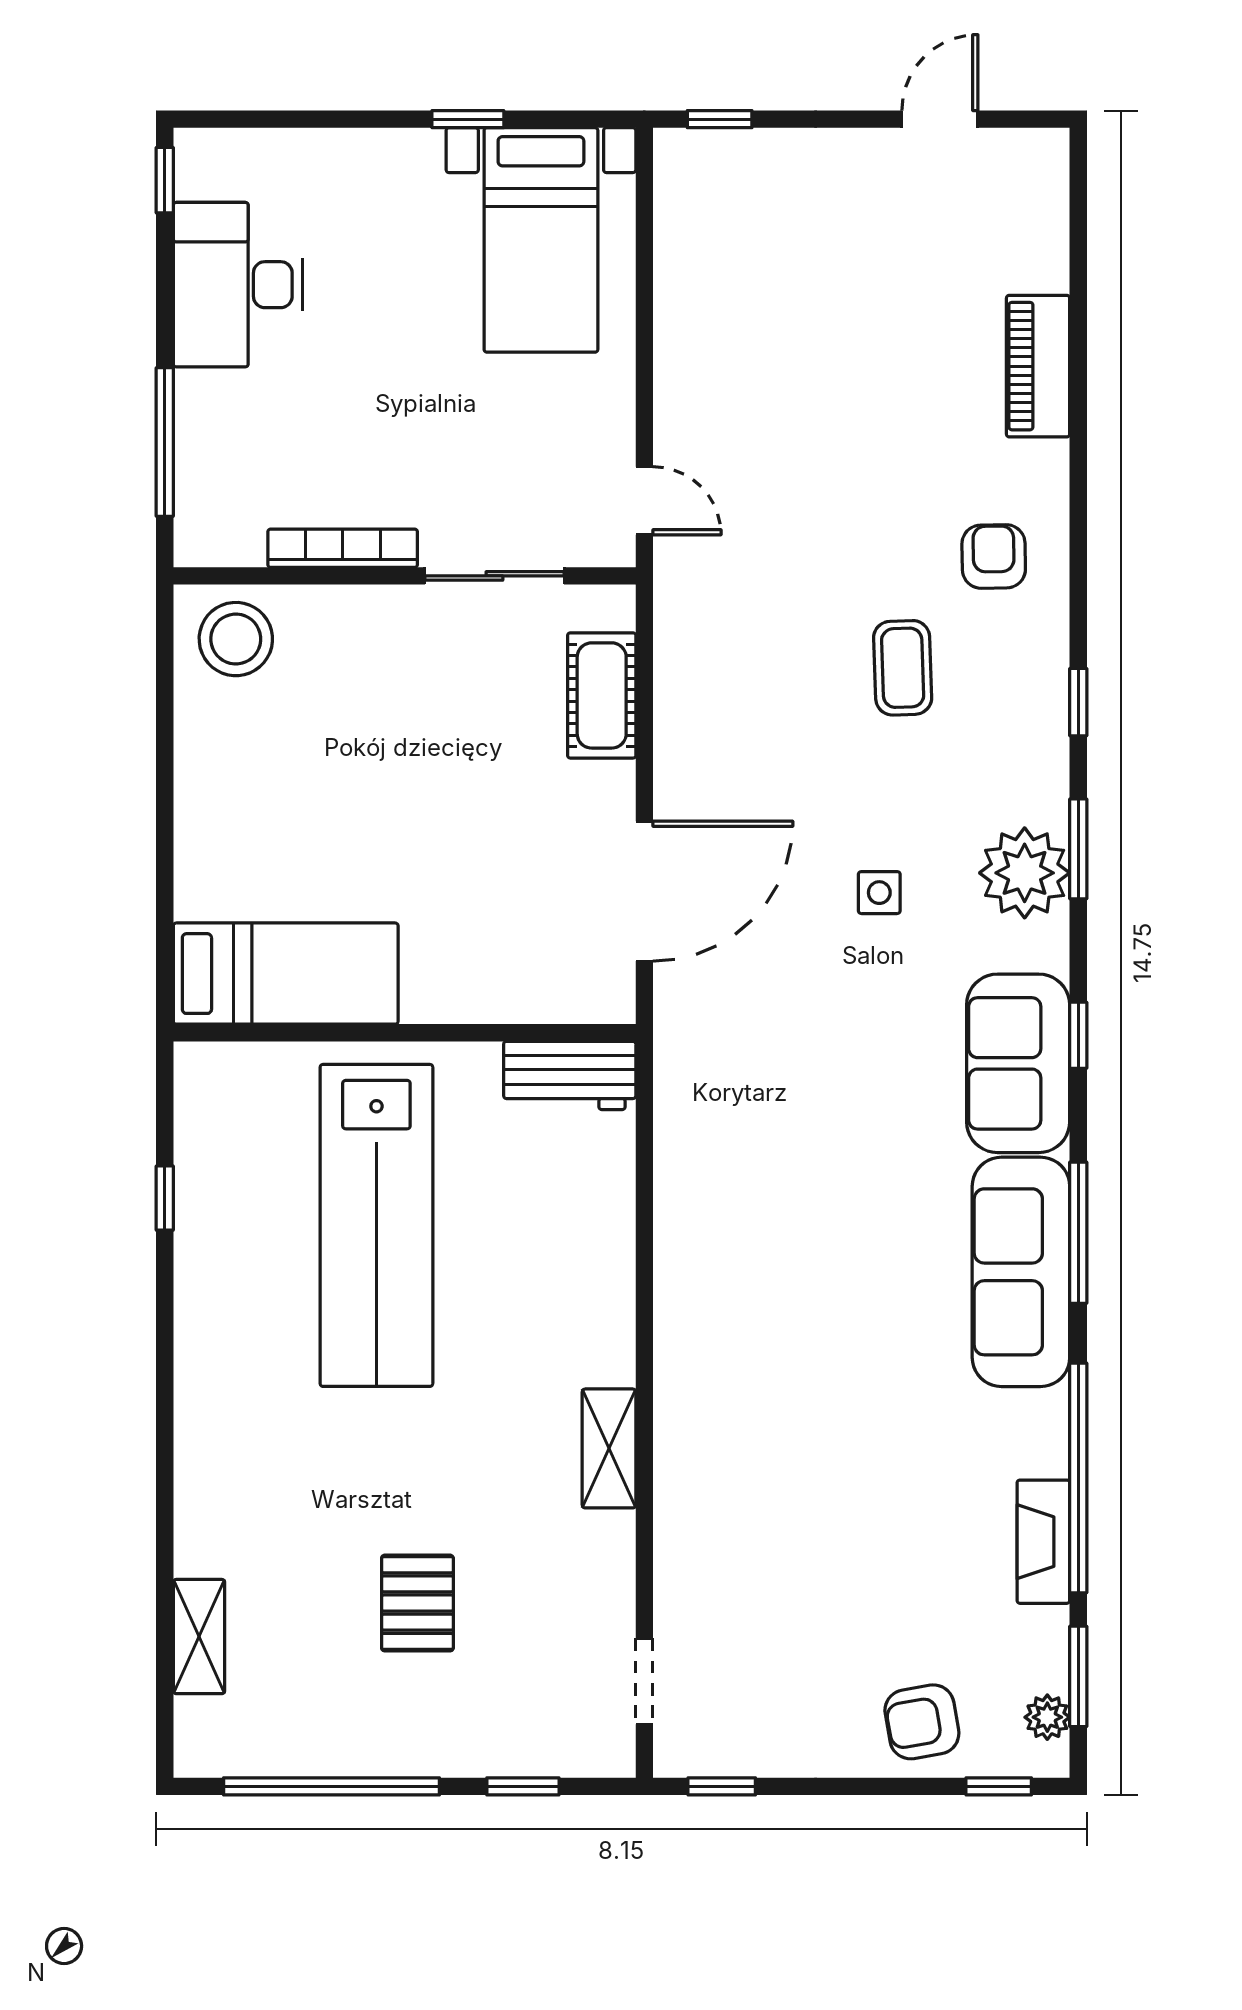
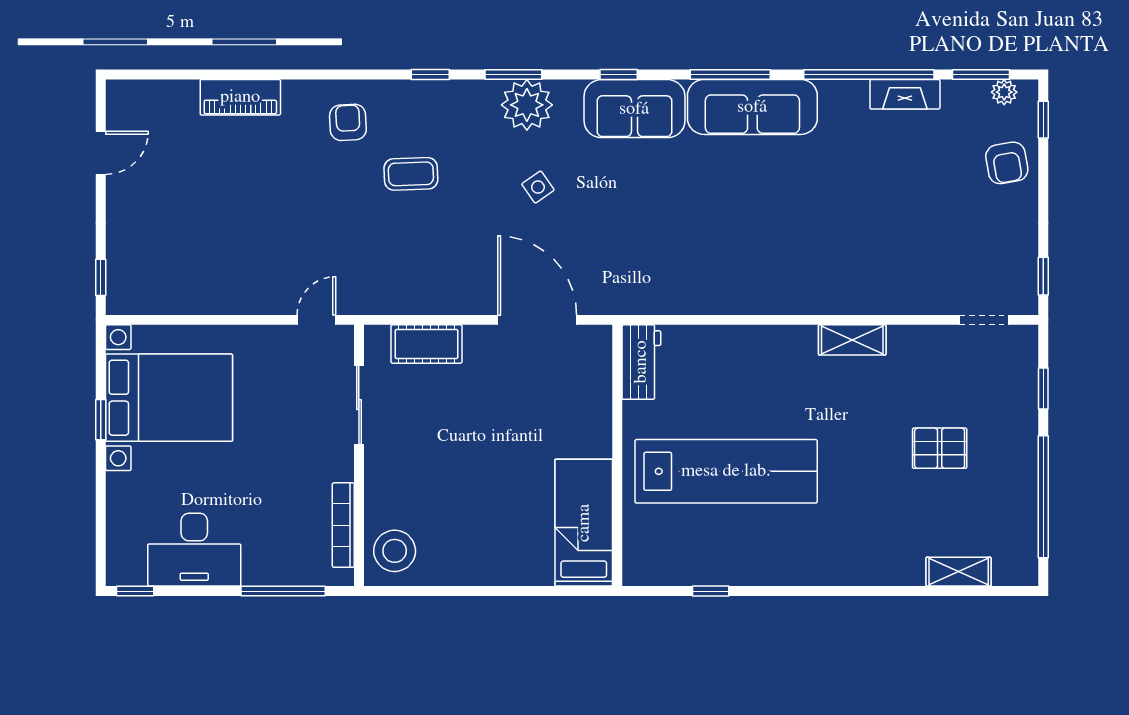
door: (940, 119) -> (101, 153), swing flipped
bed with nightstands: (541, 240) -> (169, 398), width x1.36
bookcase: (343, 548) -> (343, 525), moved
armchair: (994, 556) -> (348, 122), turned 88
side table: (879, 893) -> (538, 187), turned -35

